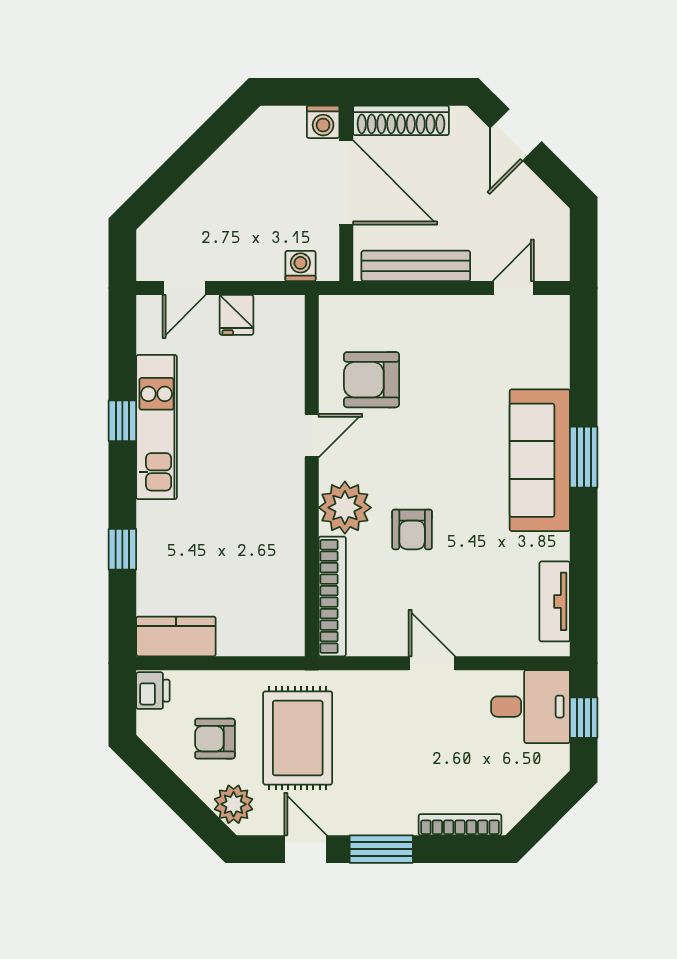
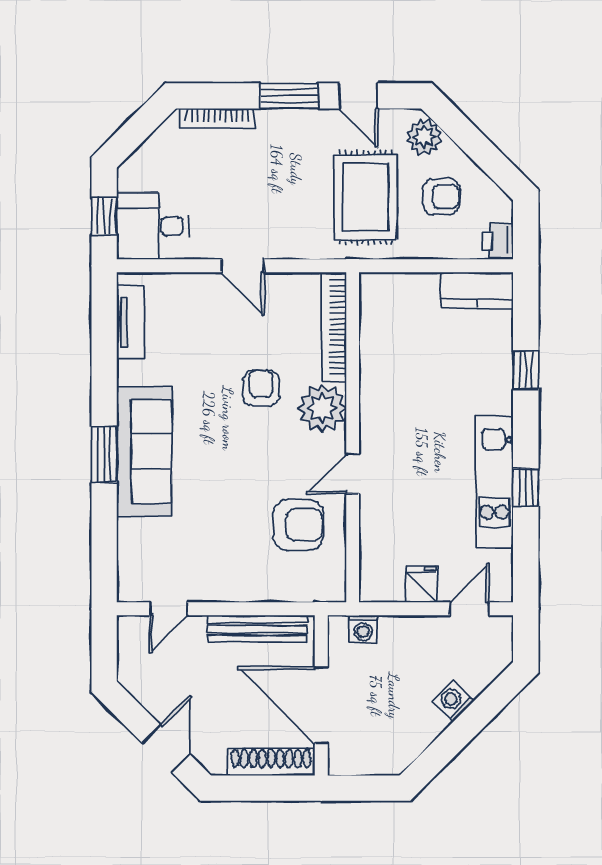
washing machine: (323, 122) -> (453, 701), moved, turned -45

